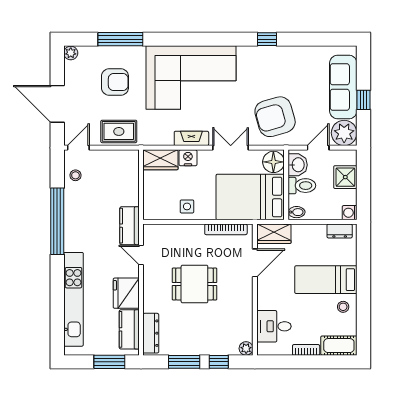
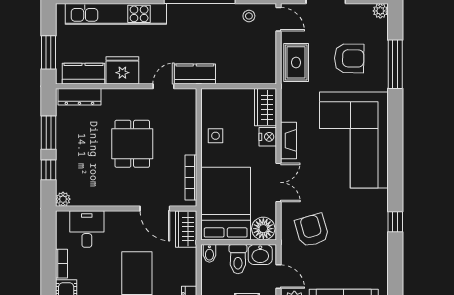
armchair: (115, 82) -> (349, 58), turned -89
armchair: (275, 117) -> (312, 230), width x0.73, depth x0.73

